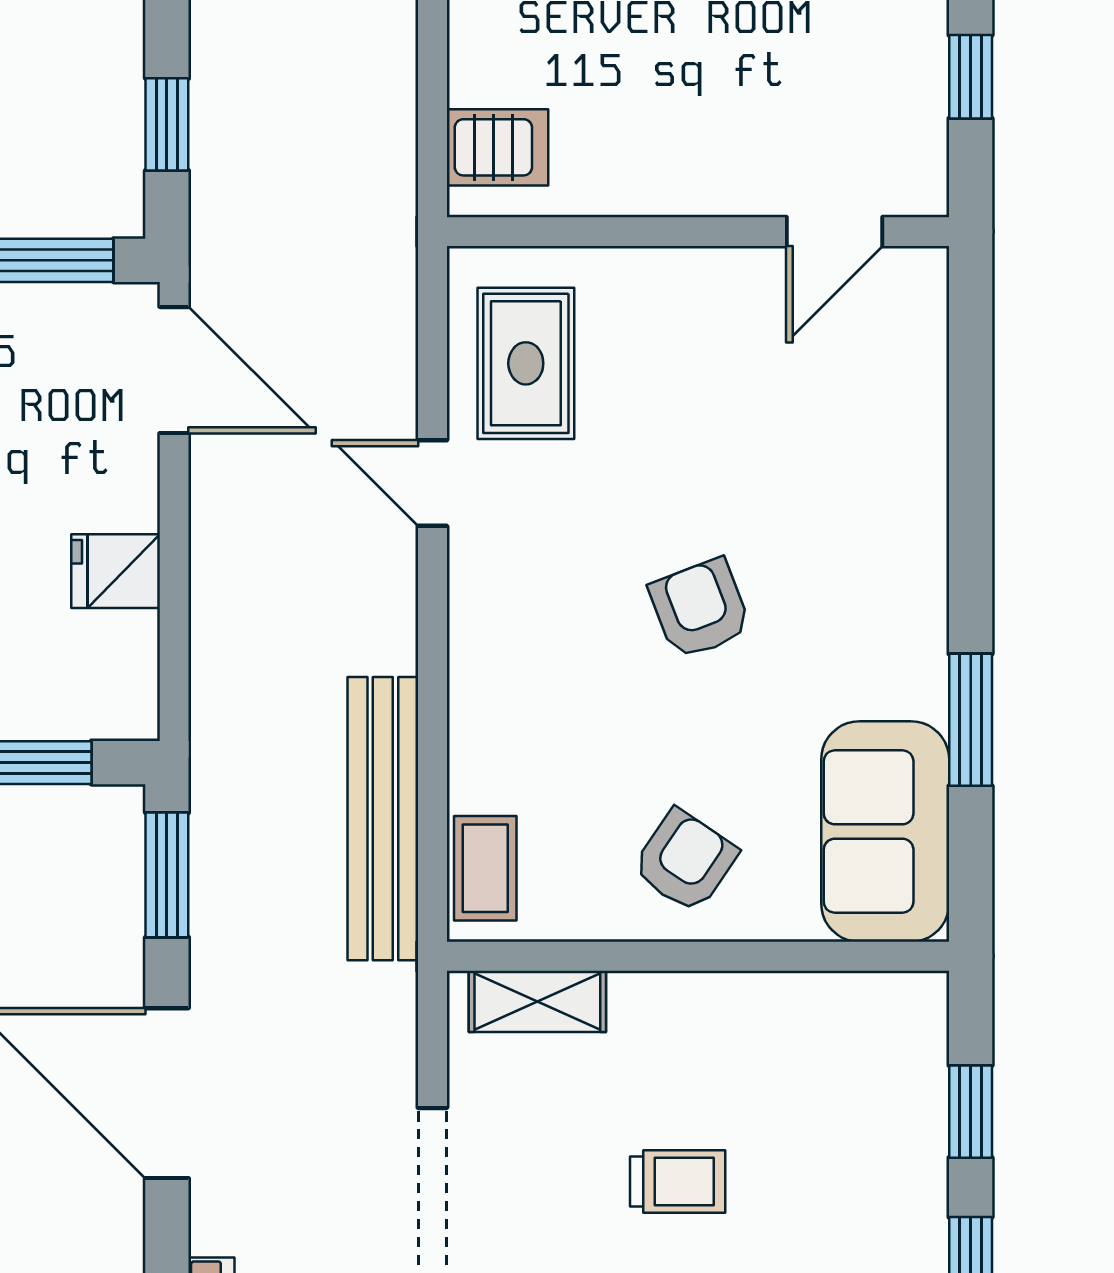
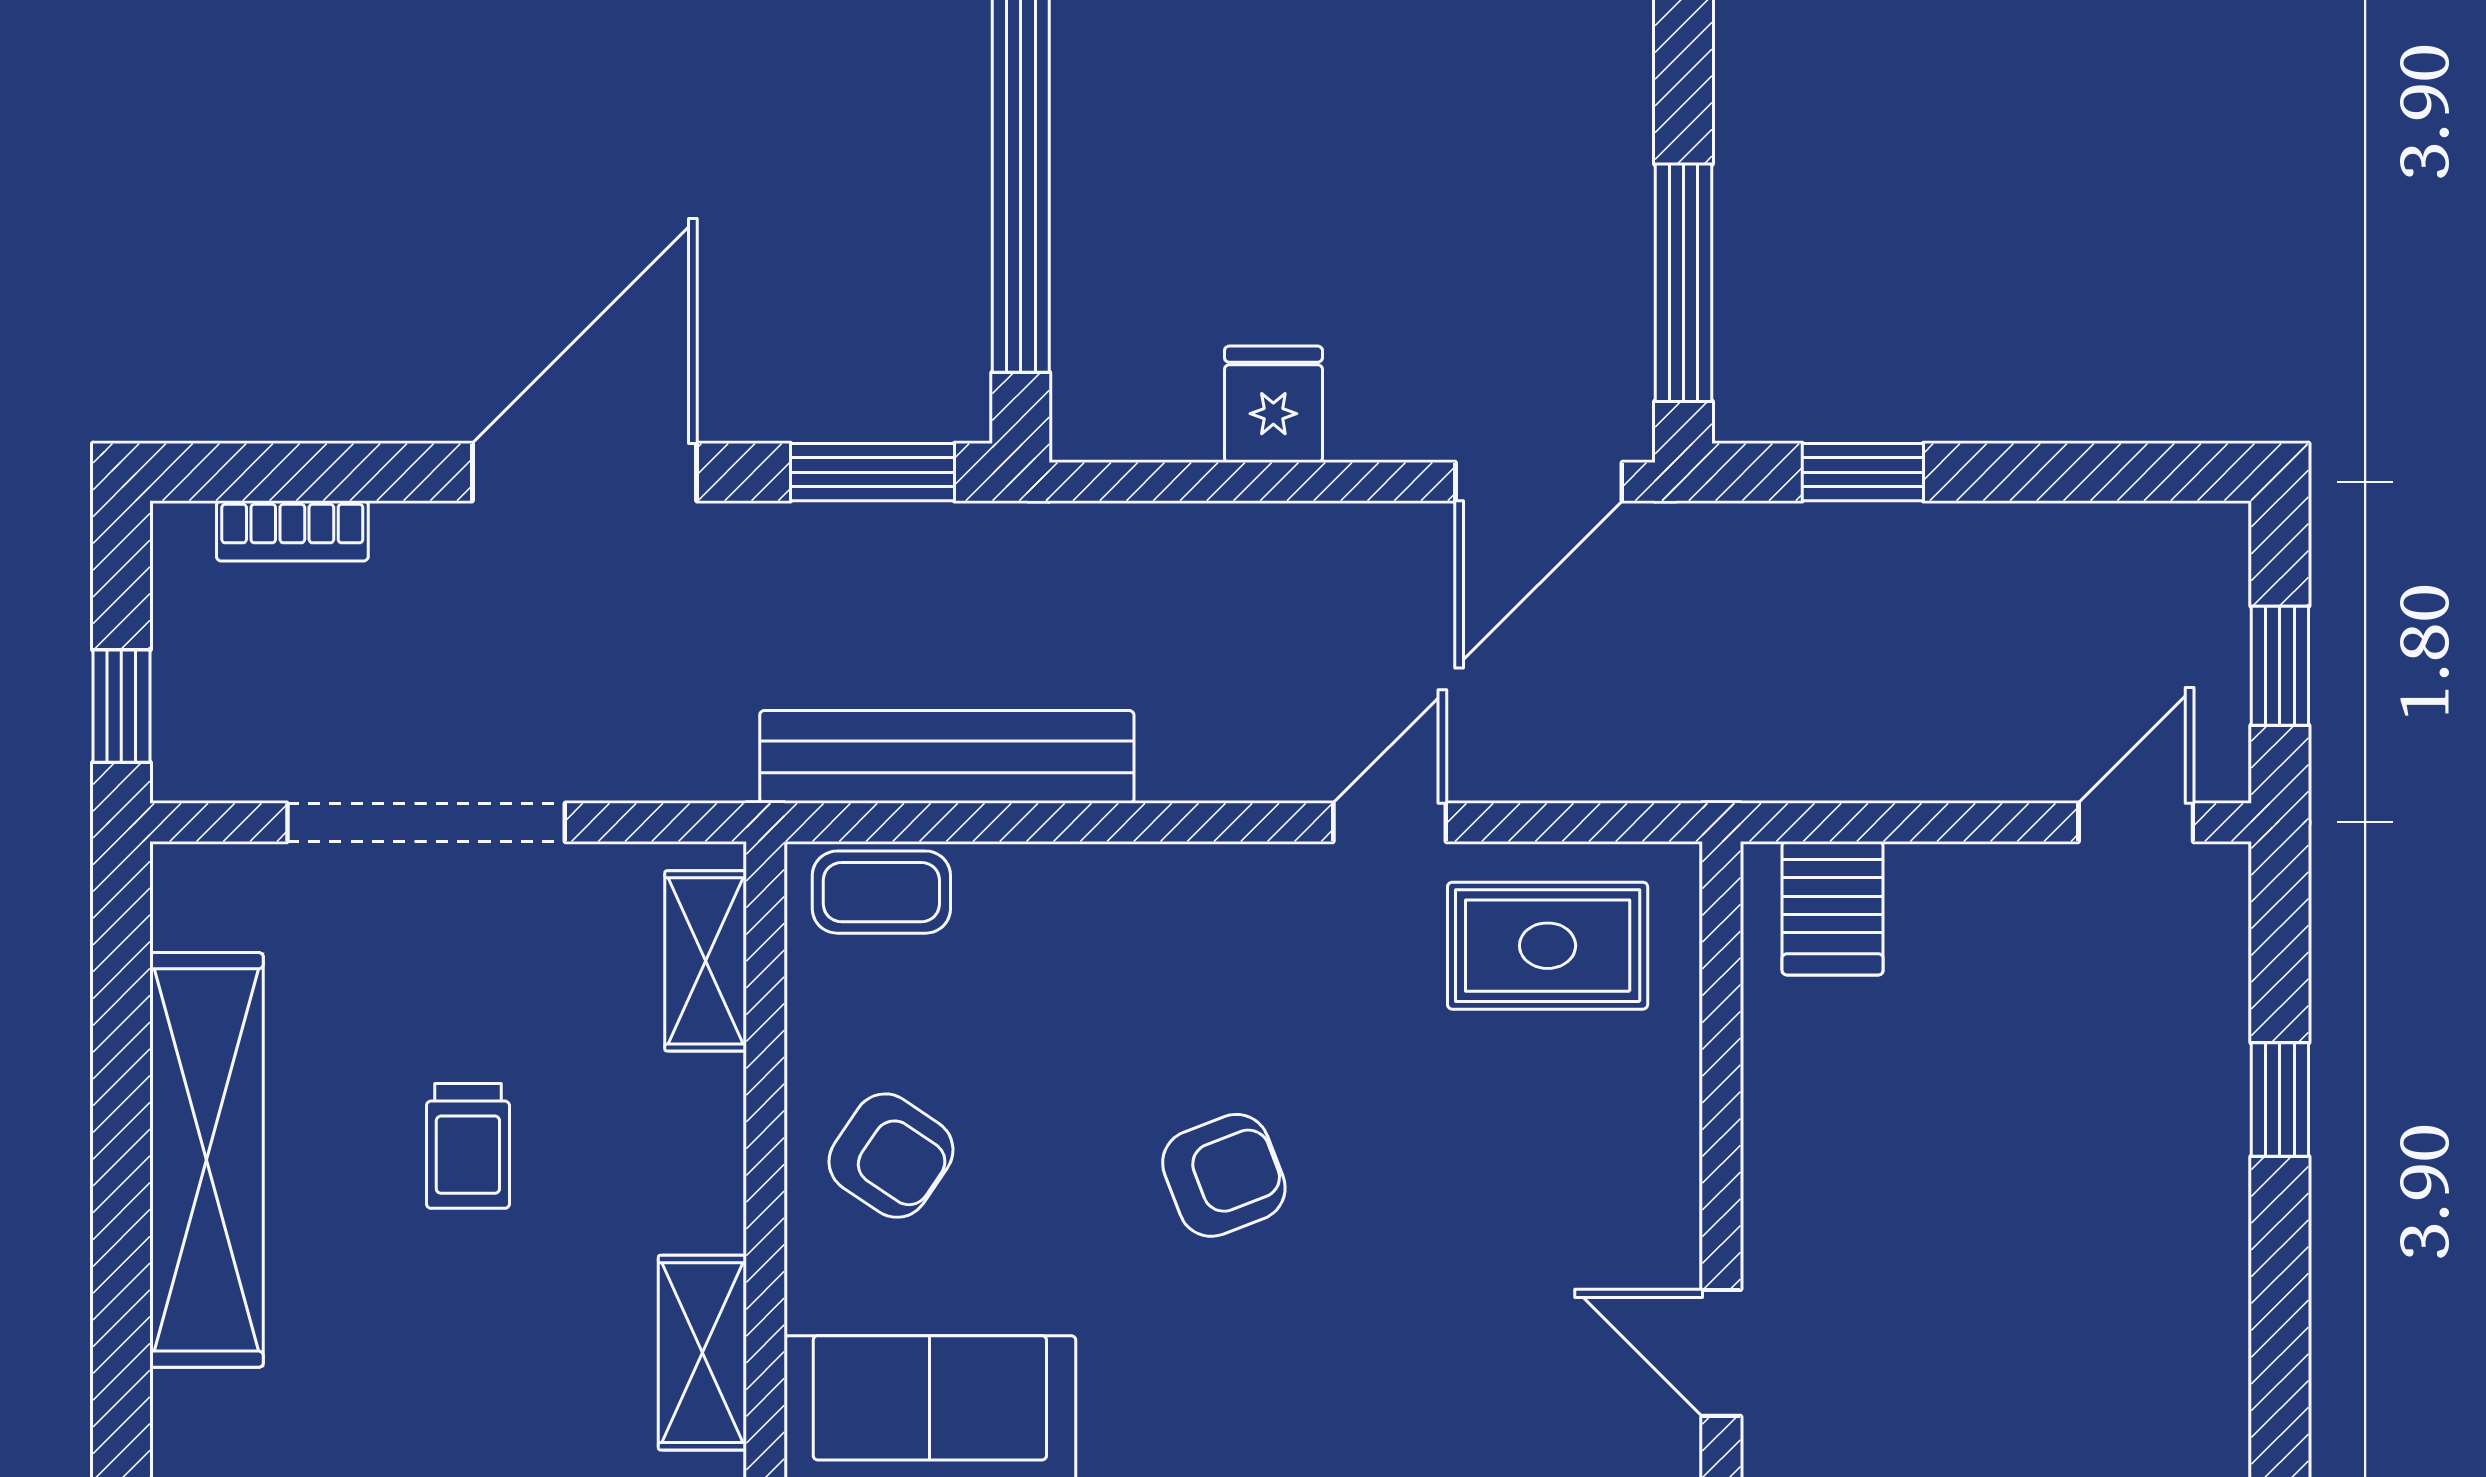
shelving: (834, 1004) -> (702, 1353), added

